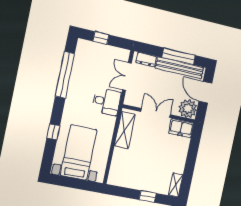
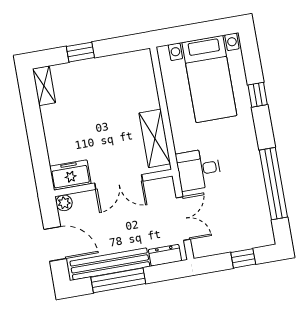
plant: (188, 109) -> (64, 203), width x0.53, depth x0.53

